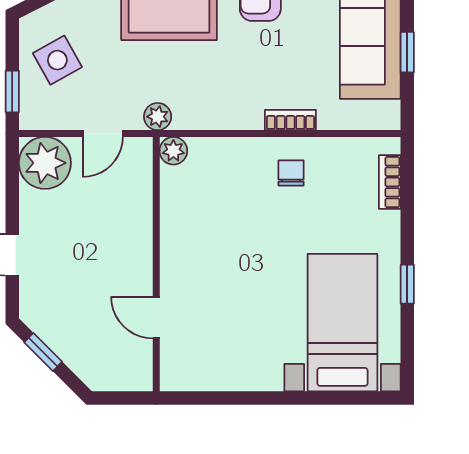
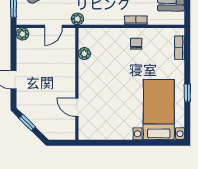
plant: (173, 151) -> (84, 54), moved
plant: (45, 163) -> (23, 34), width x0.53, depth x0.53

